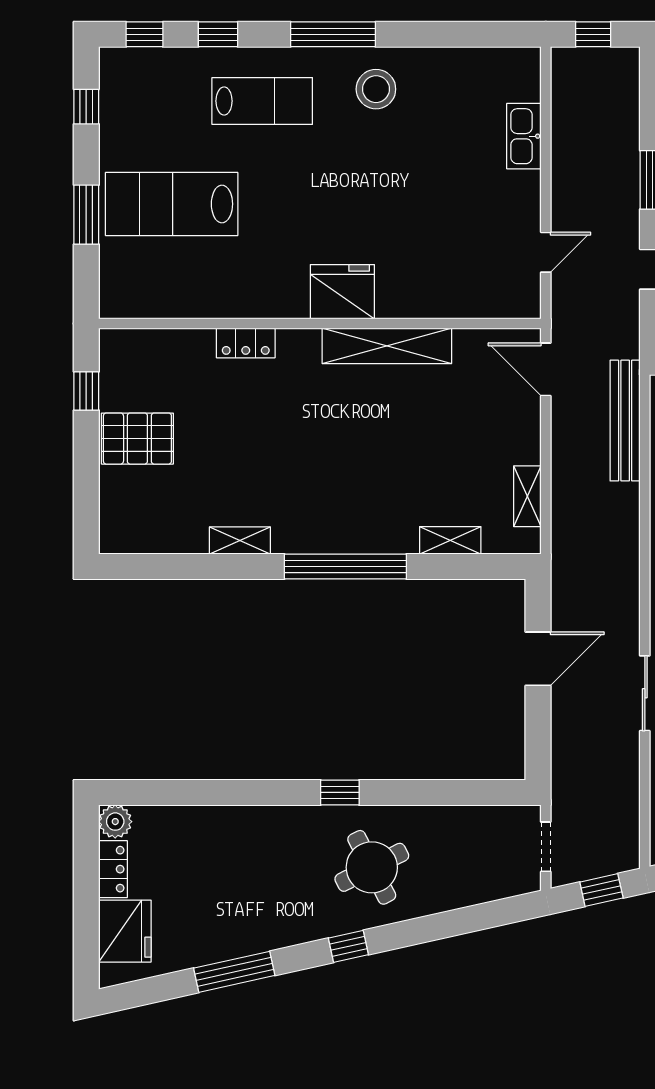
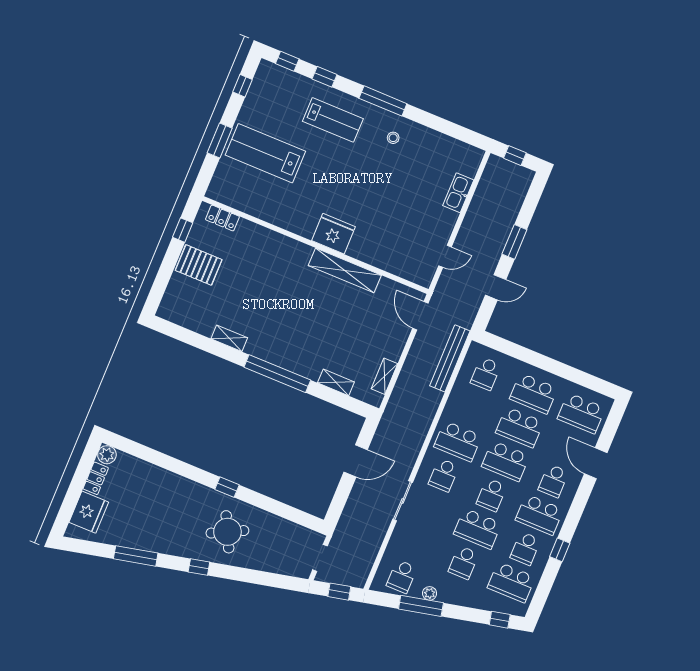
stool: (376, 89) -> (393, 138), width x0.53, depth x0.53
locker: (246, 343) -> (222, 218), moved

